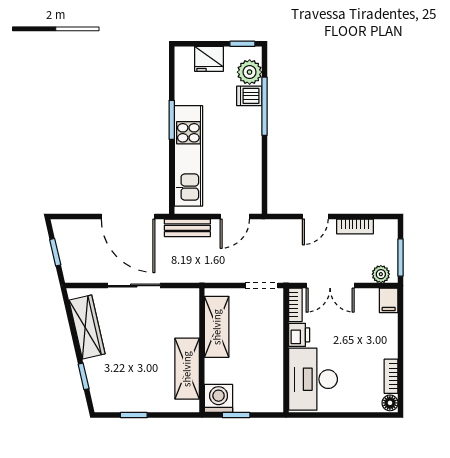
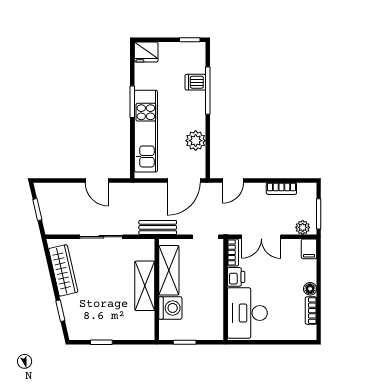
fridge: (209, 59) -> (146, 52), moved
plant: (250, 72) -> (196, 141), moved
door: (128, 216) -> (97, 180), width x0.53
door: (235, 216) -> (184, 180), width x1.38
door: (315, 216) -> (233, 180), moved
bench: (187, 228) -> (158, 227), moved
shelving: (187, 369) -> (145, 286), moved
washing machine: (219, 398) -> (170, 308), moved, turned 90
floor lamp: (390, 403) -> (310, 289), moved

